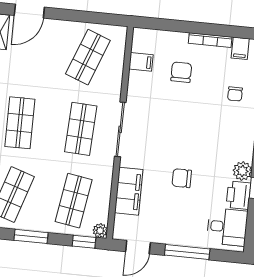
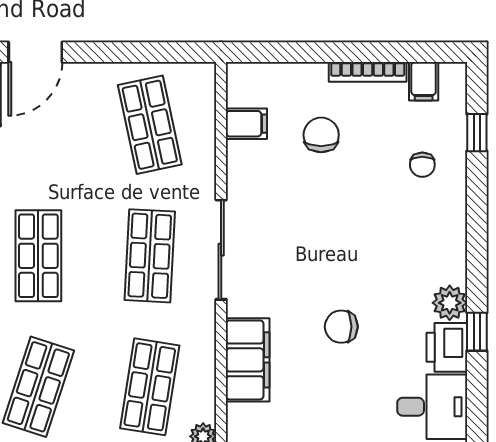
shop shelf: (88, 57) -> (150, 125), turned -33

